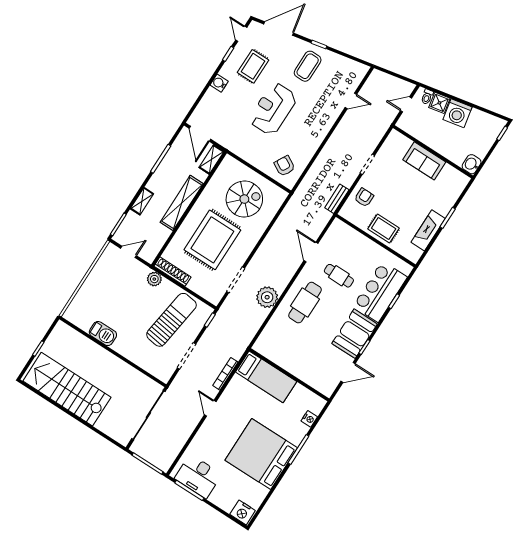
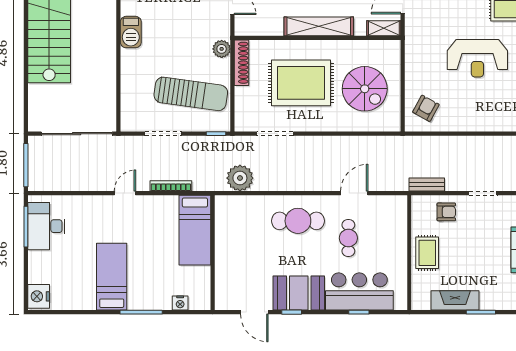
reception desk: (273, 109) -> (477, 58), turned 180
plant: (267, 297) -> (240, 178), moved
bed: (261, 454) -> (112, 277), width x0.49

